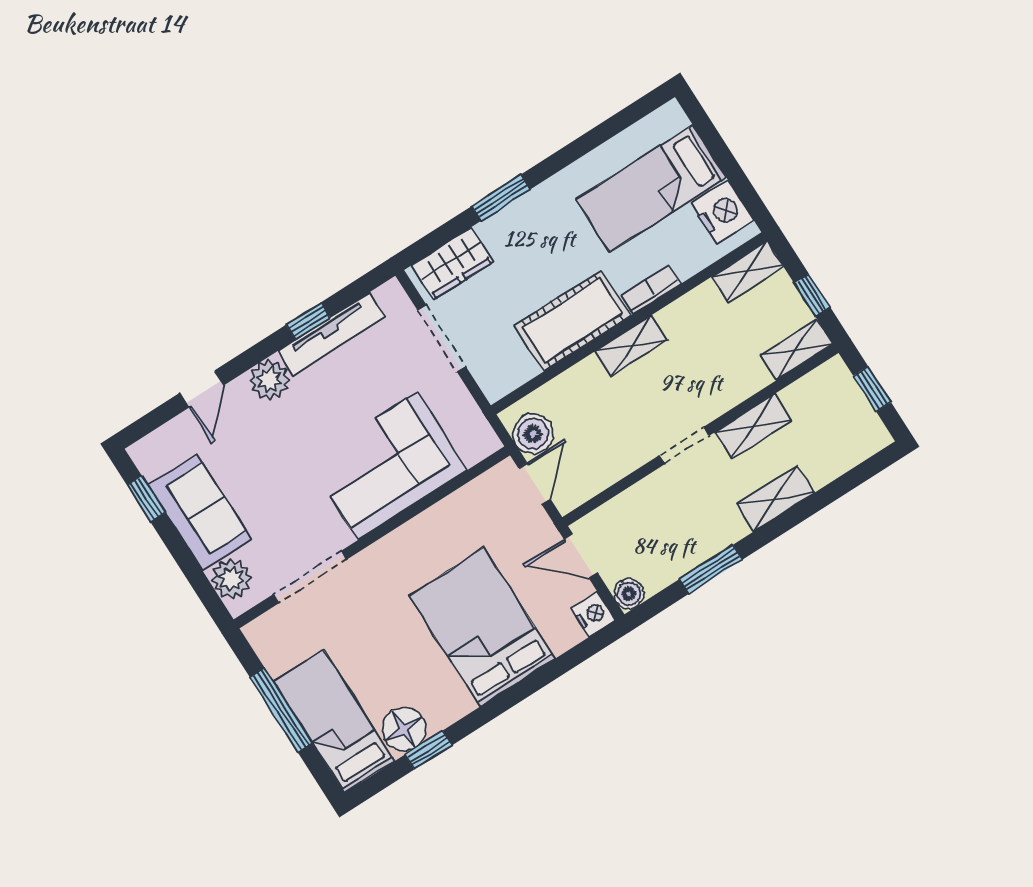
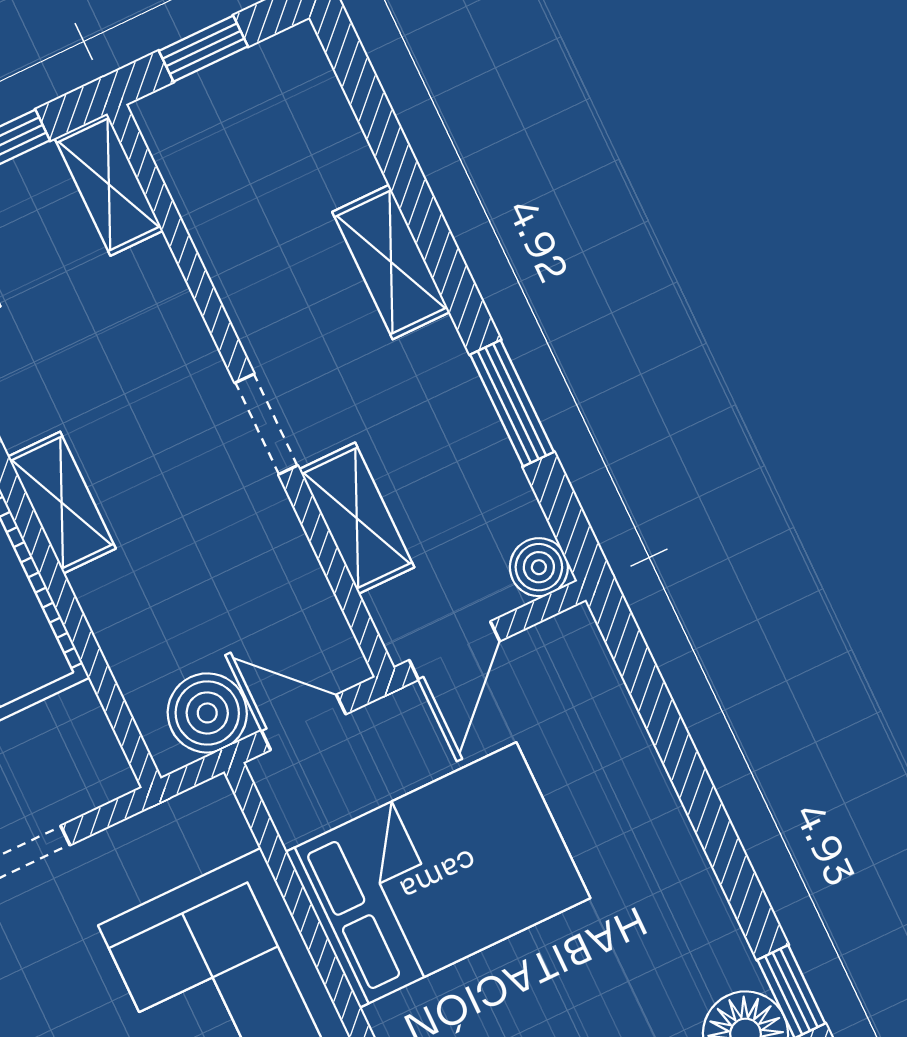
shelving: (753, 426) -> (357, 518), moved
nightstand: (593, 614) -> (569, 641), removed
bed: (482, 627) -> (438, 875), moved, turned 180

